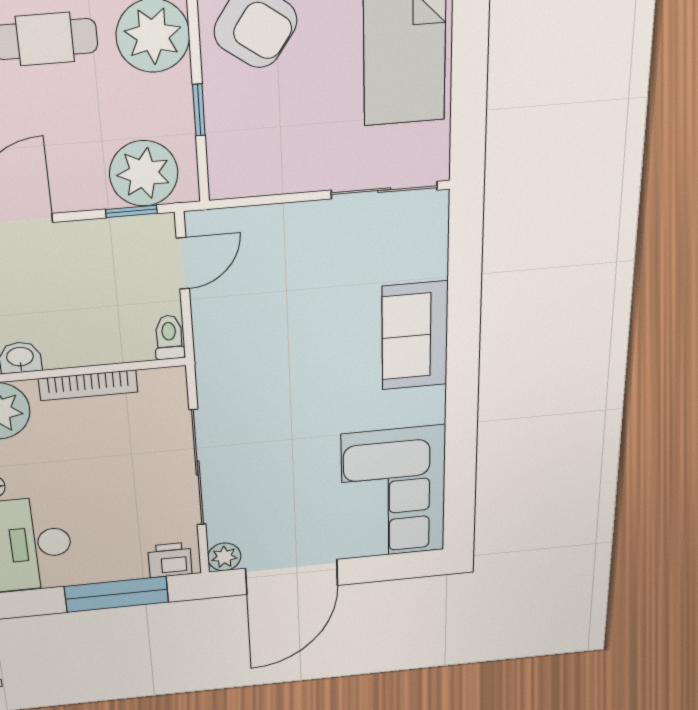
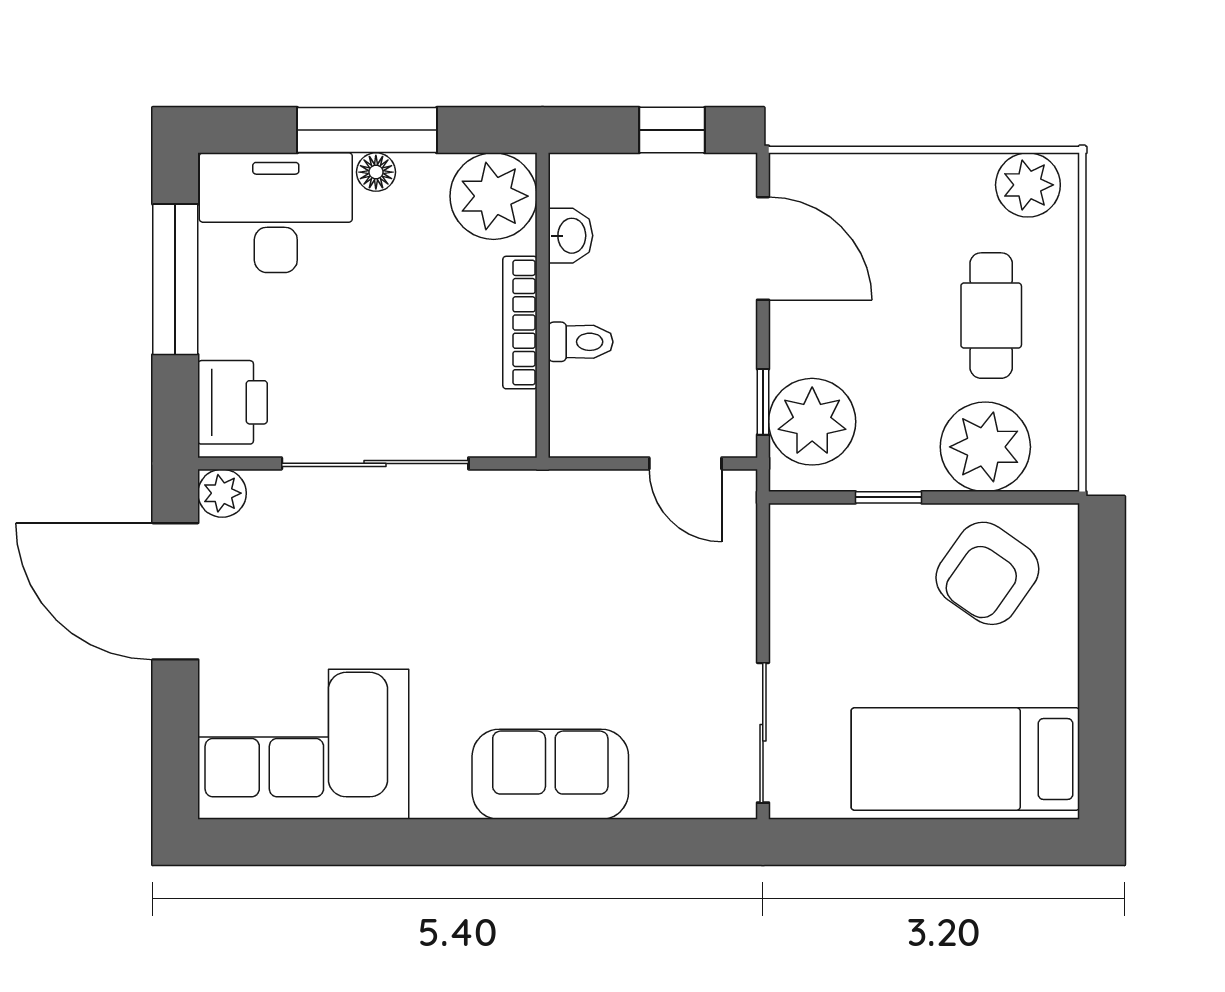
toilet: (169, 337) -> (581, 342), moved
printer: (170, 560) -> (233, 402), width x1.36, depth x1.24
window: (116, 594) -> (175, 279), moved

